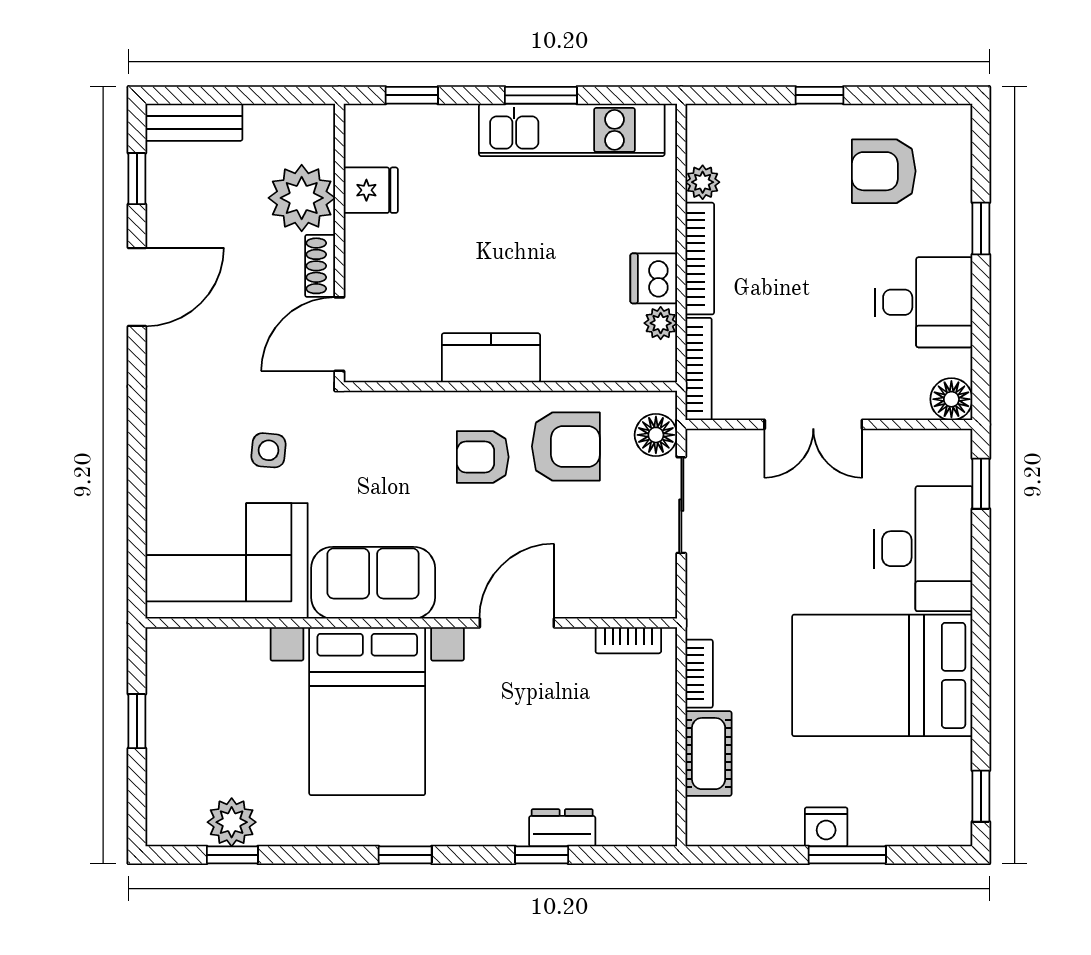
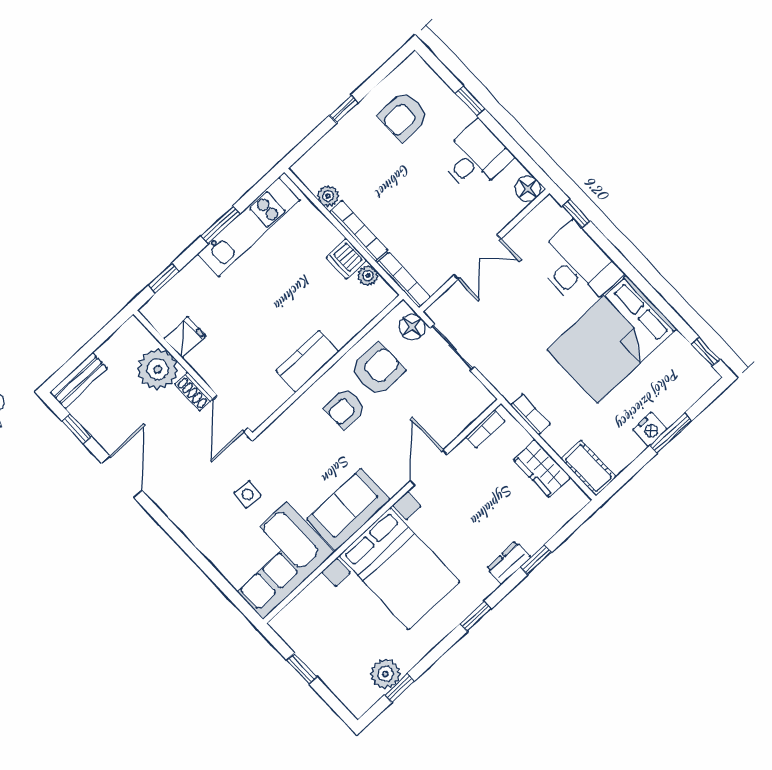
wardrobe: (652, 752) -> (542, 468), added
cot: (709, 754) -> (589, 468), moved
dresser: (562, 828) -> (509, 563), moved

